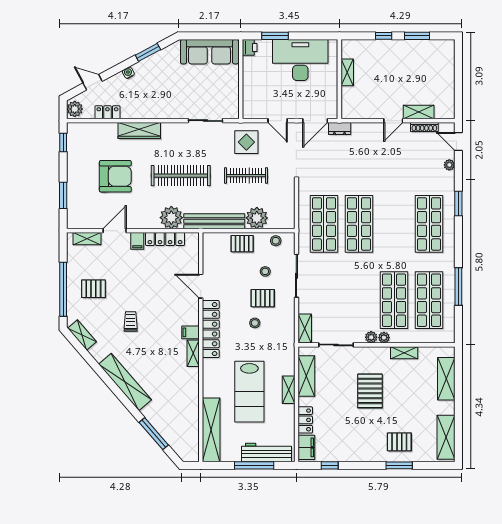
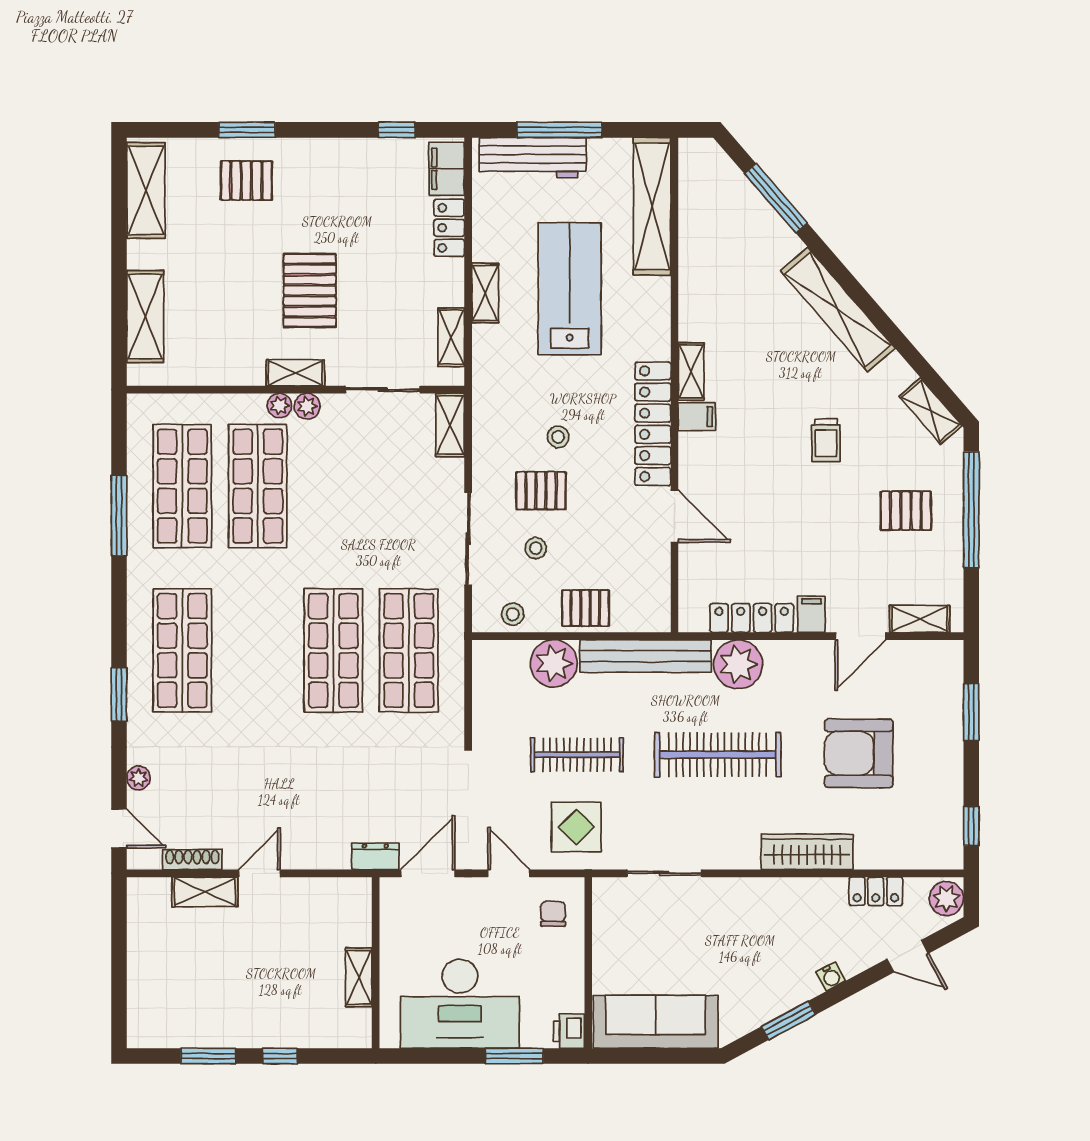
chair: (257, 102) -> (553, 914), added
shelving: (404, 353) -> (295, 373), moved
shelving: (306, 376) -> (451, 337), width x0.67, depth x0.75

